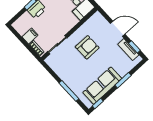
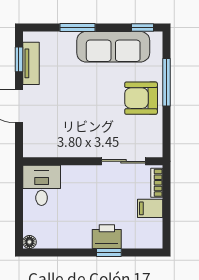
armchair: (87, 47) -> (141, 98), moved

